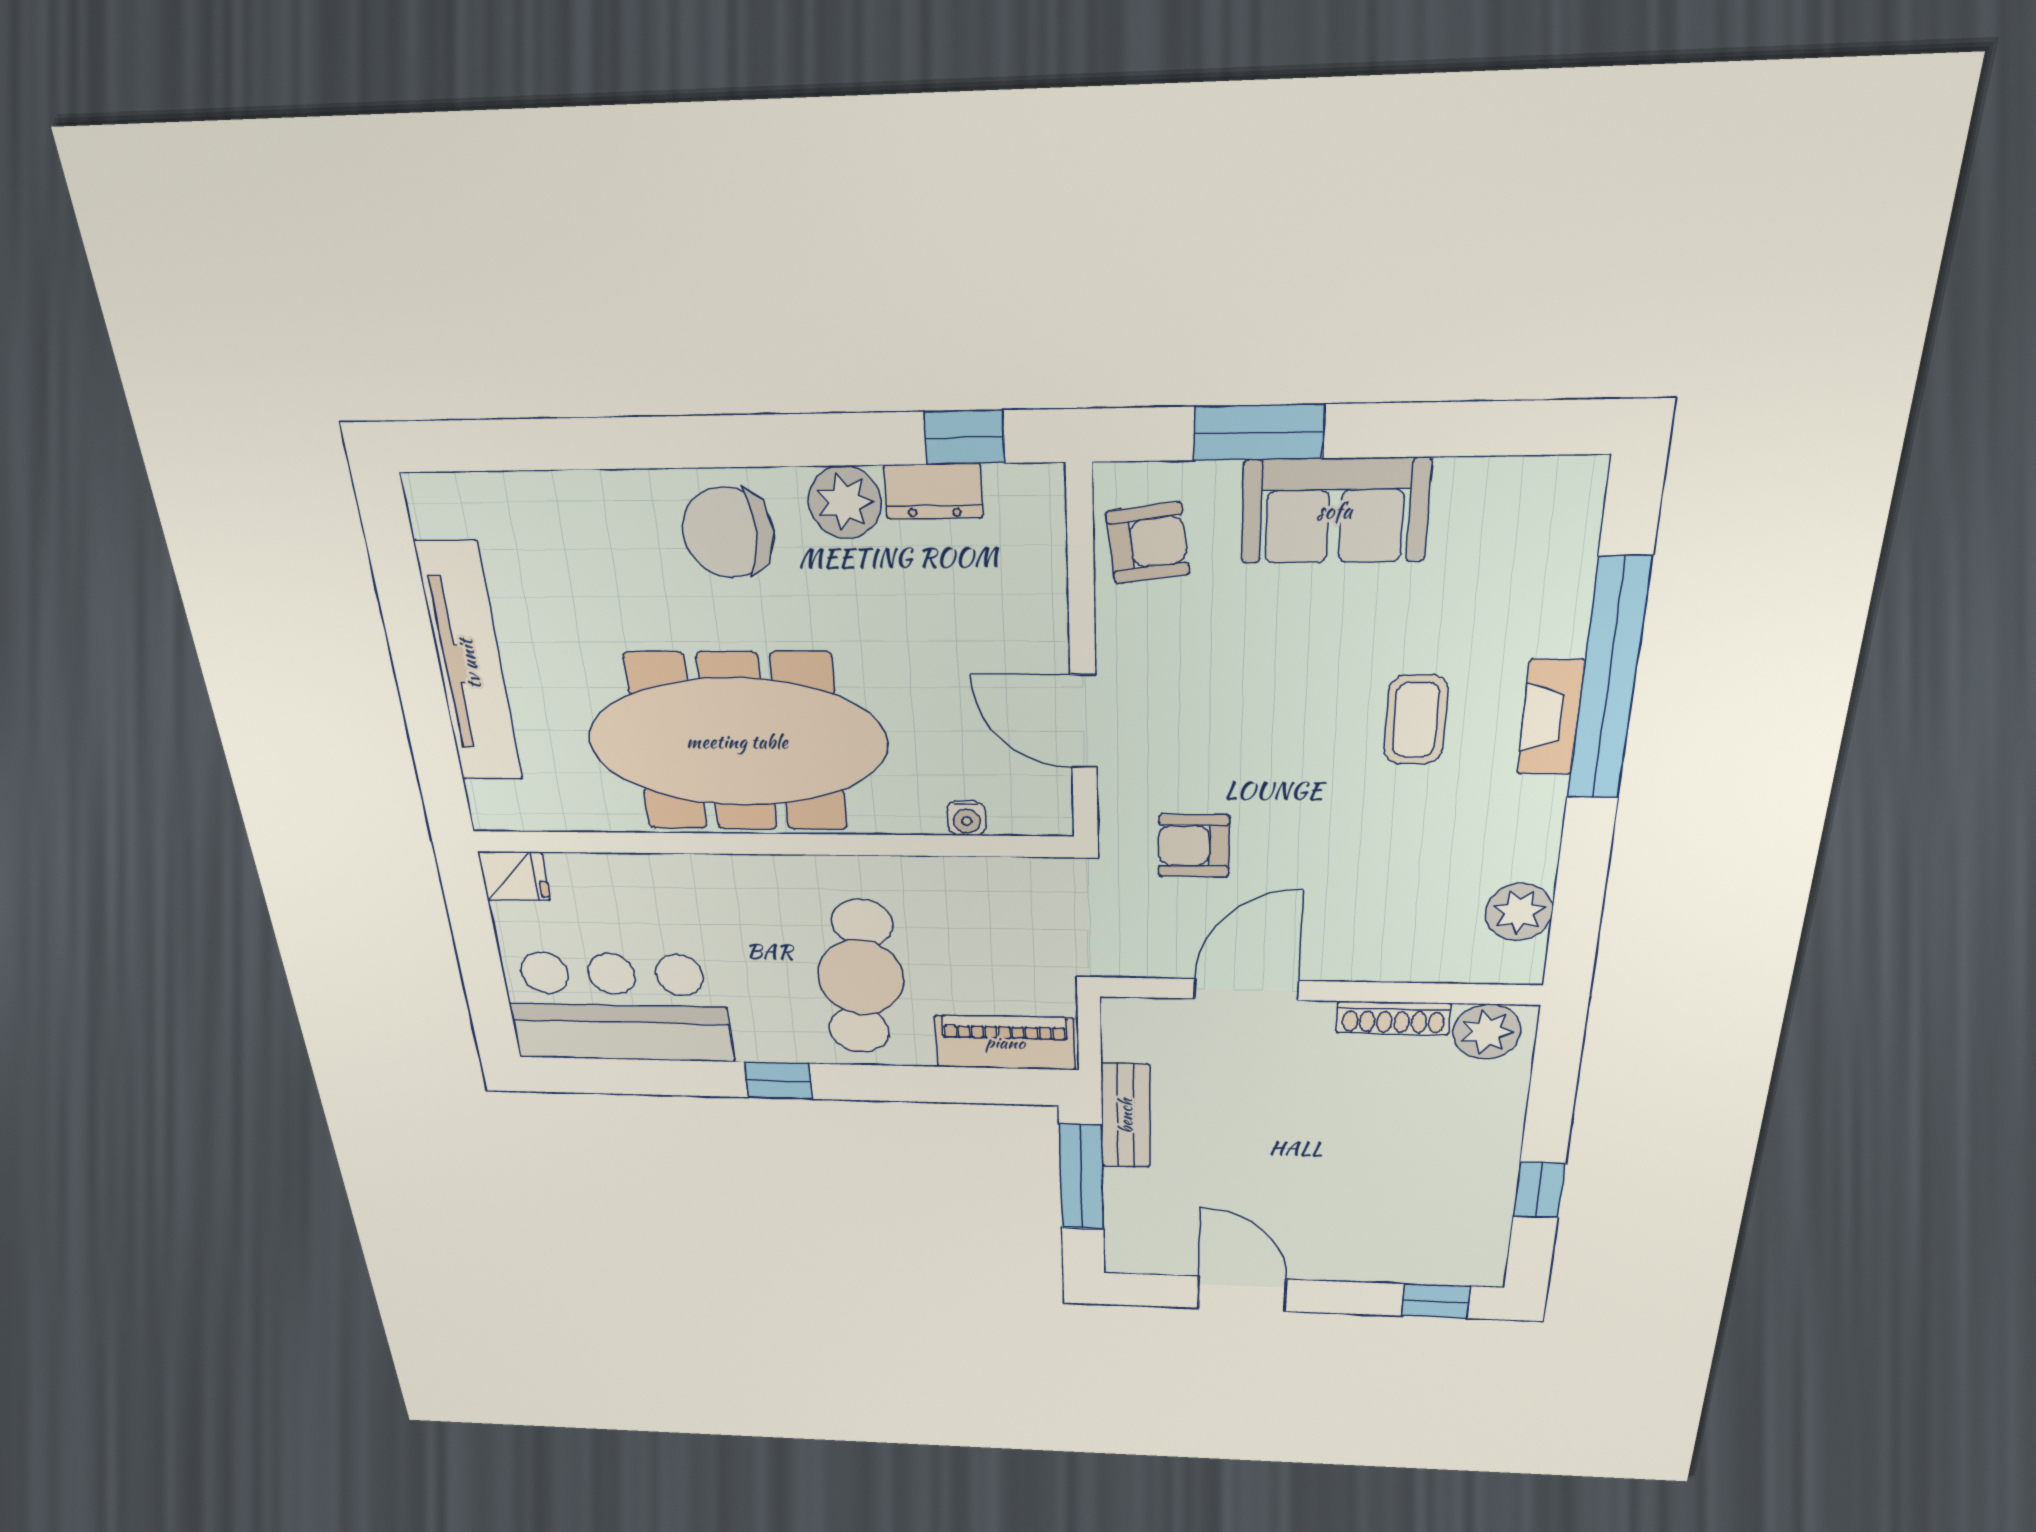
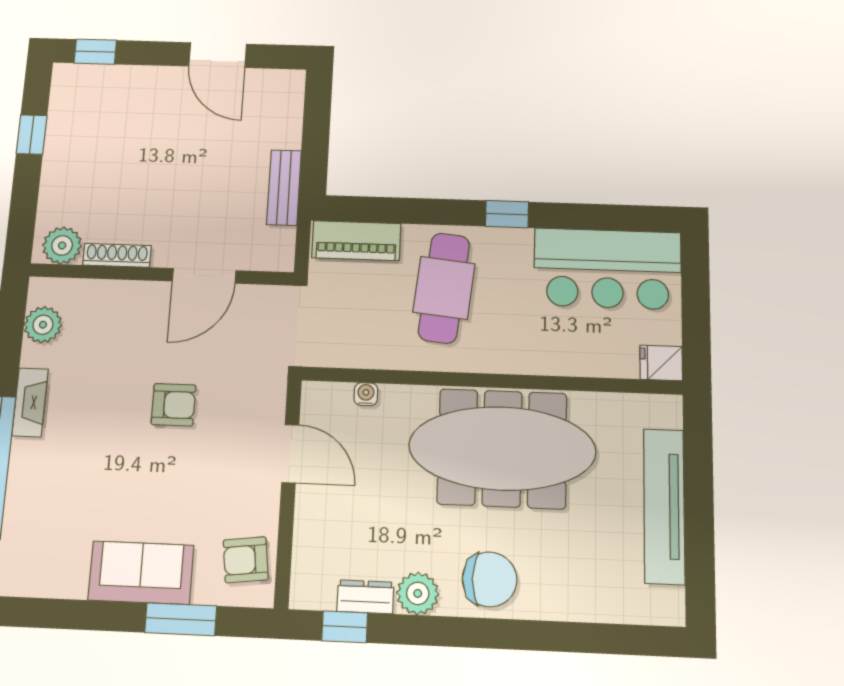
fireplace: (1550, 717) -> (30, 402), moved
coffee table: (1416, 720) -> (100, 447), removed
armchair: (1194, 846) -> (173, 405), moved
window: (1082, 1177) -> (315, 142), removed

